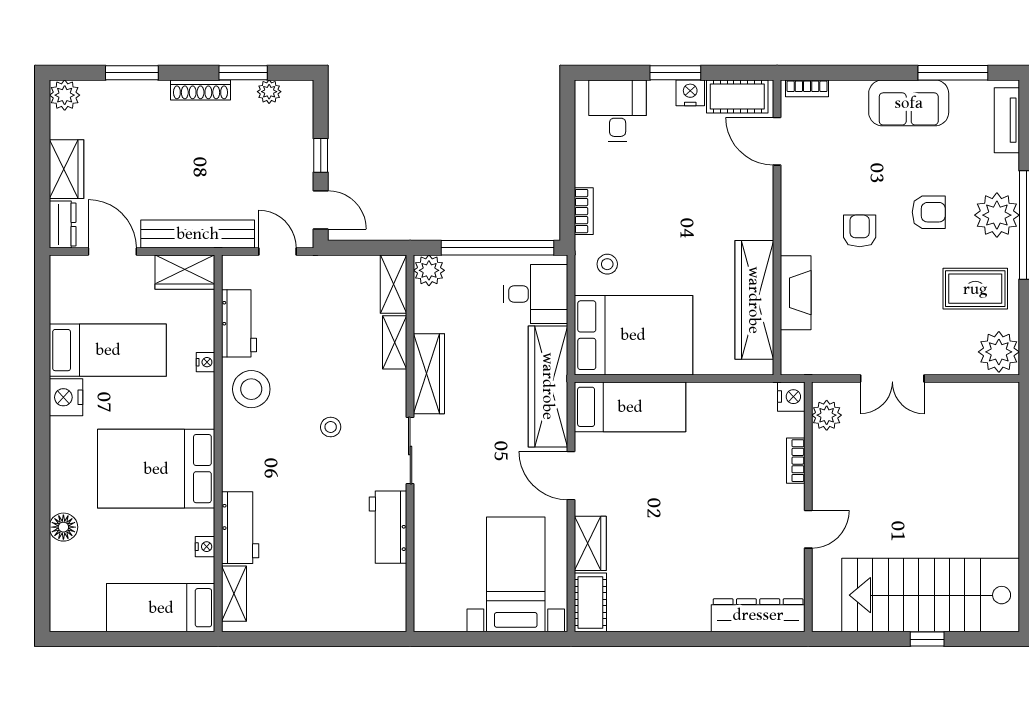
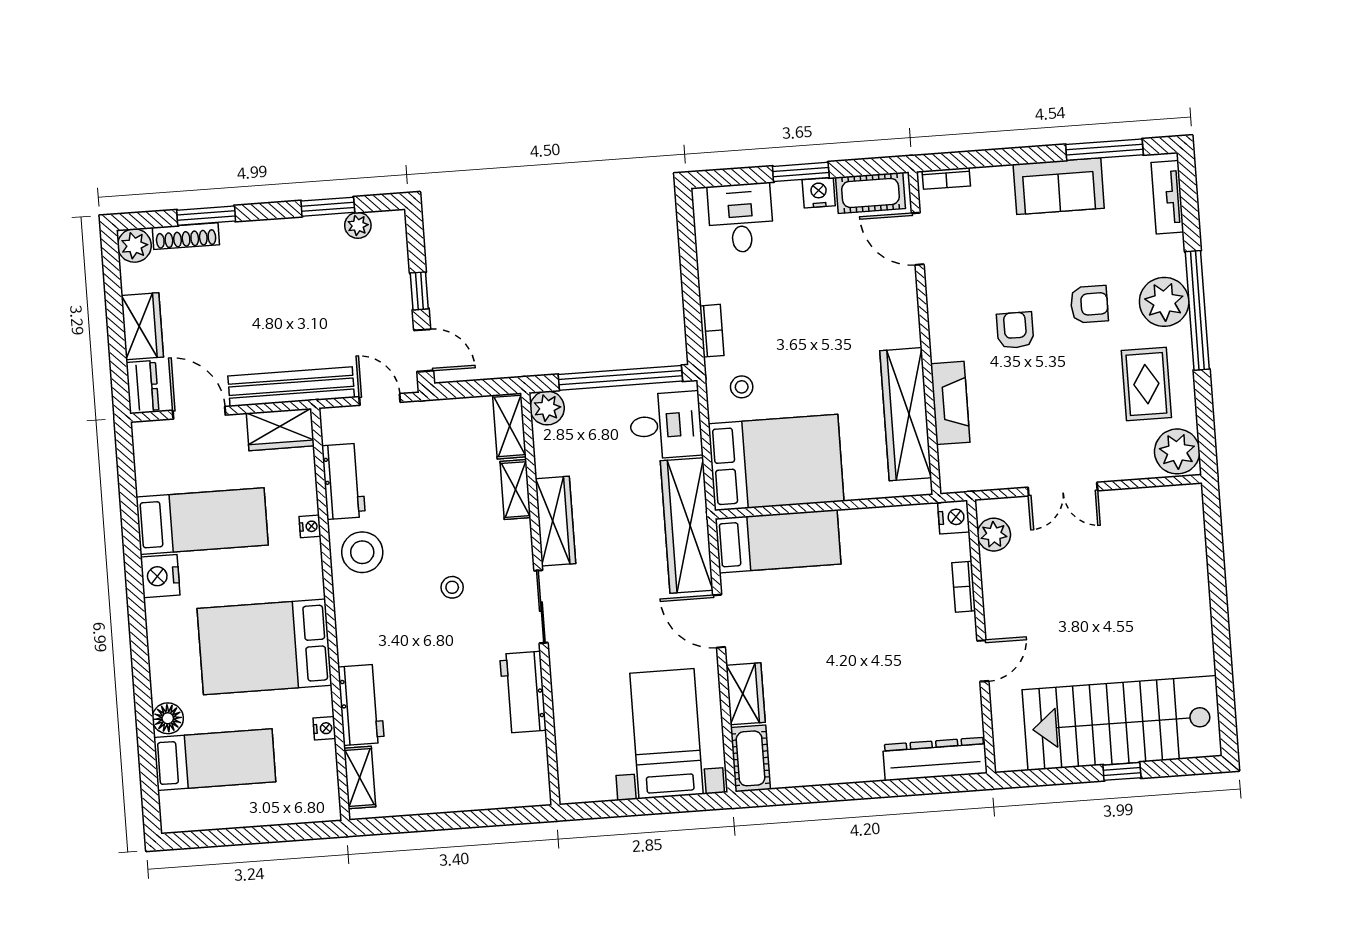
shoe rack: (200, 90) -> (186, 236), moved
rug: (975, 289) -> (1146, 384), turned 90
bed: (161, 608) -> (215, 760), moved, turned 180

